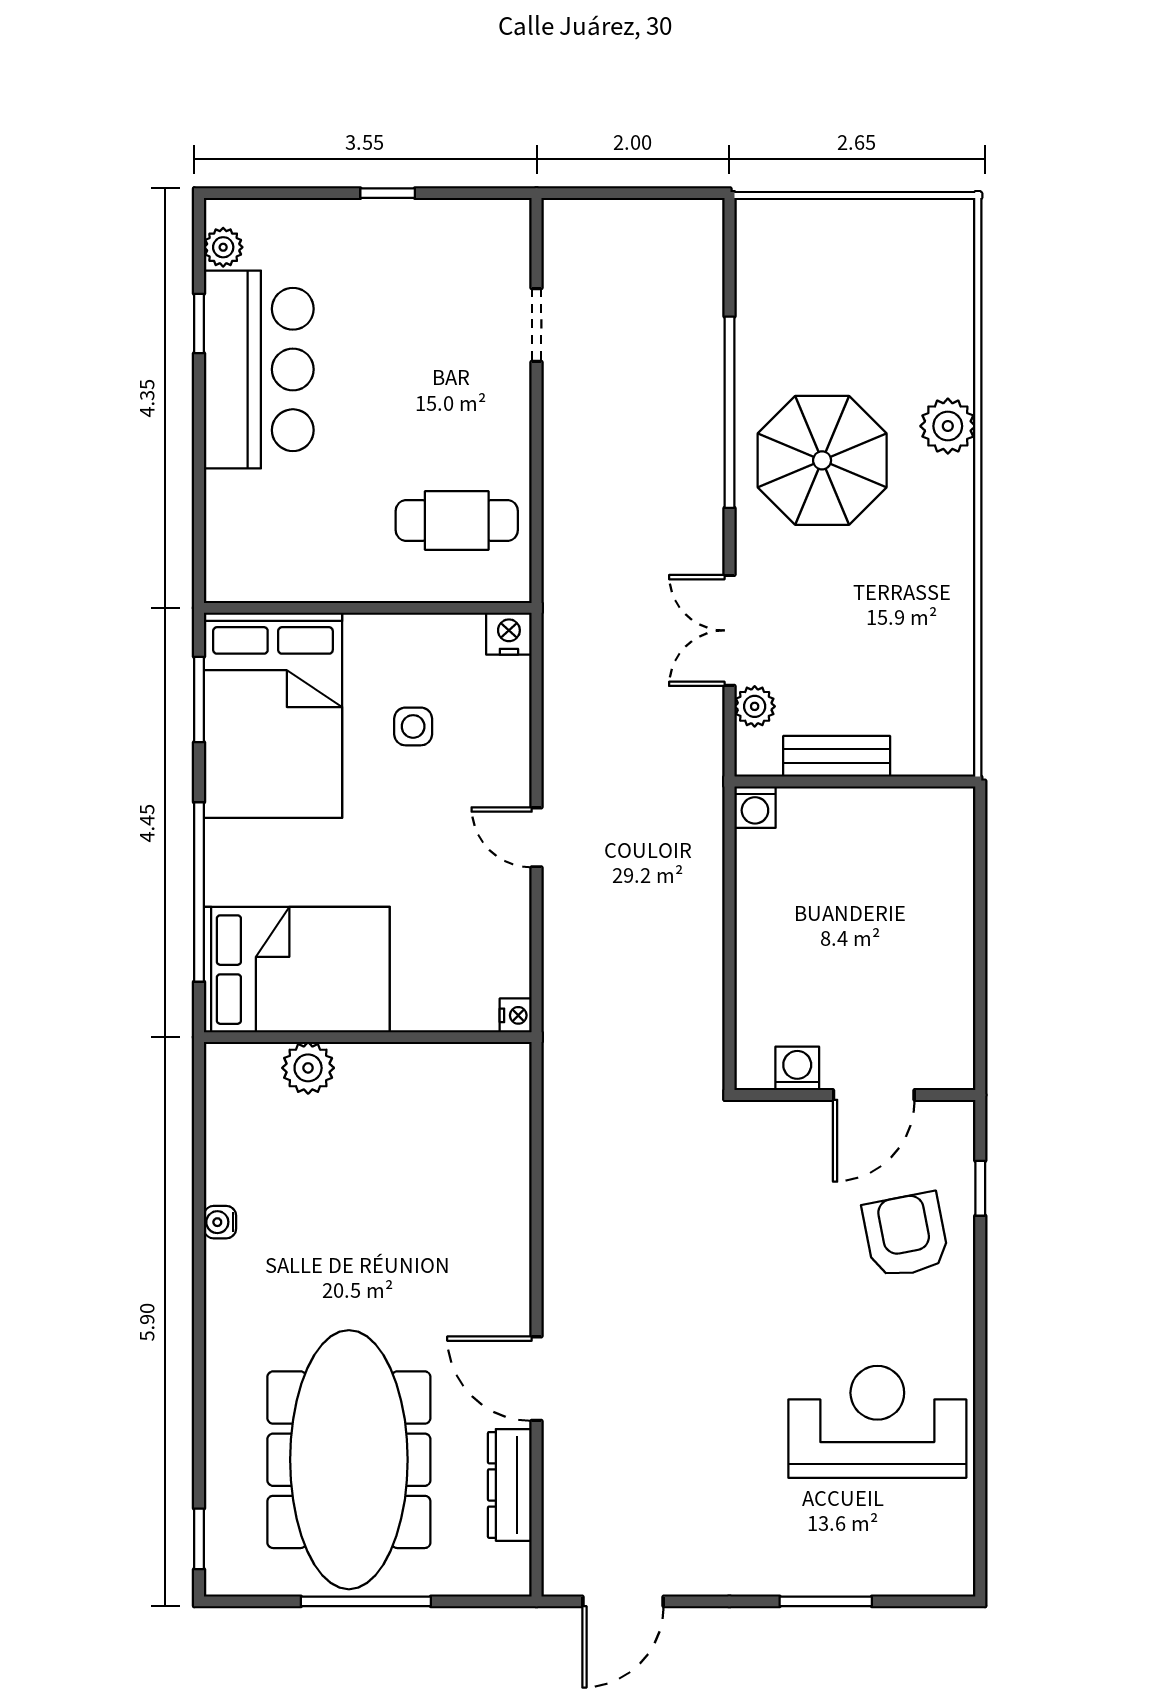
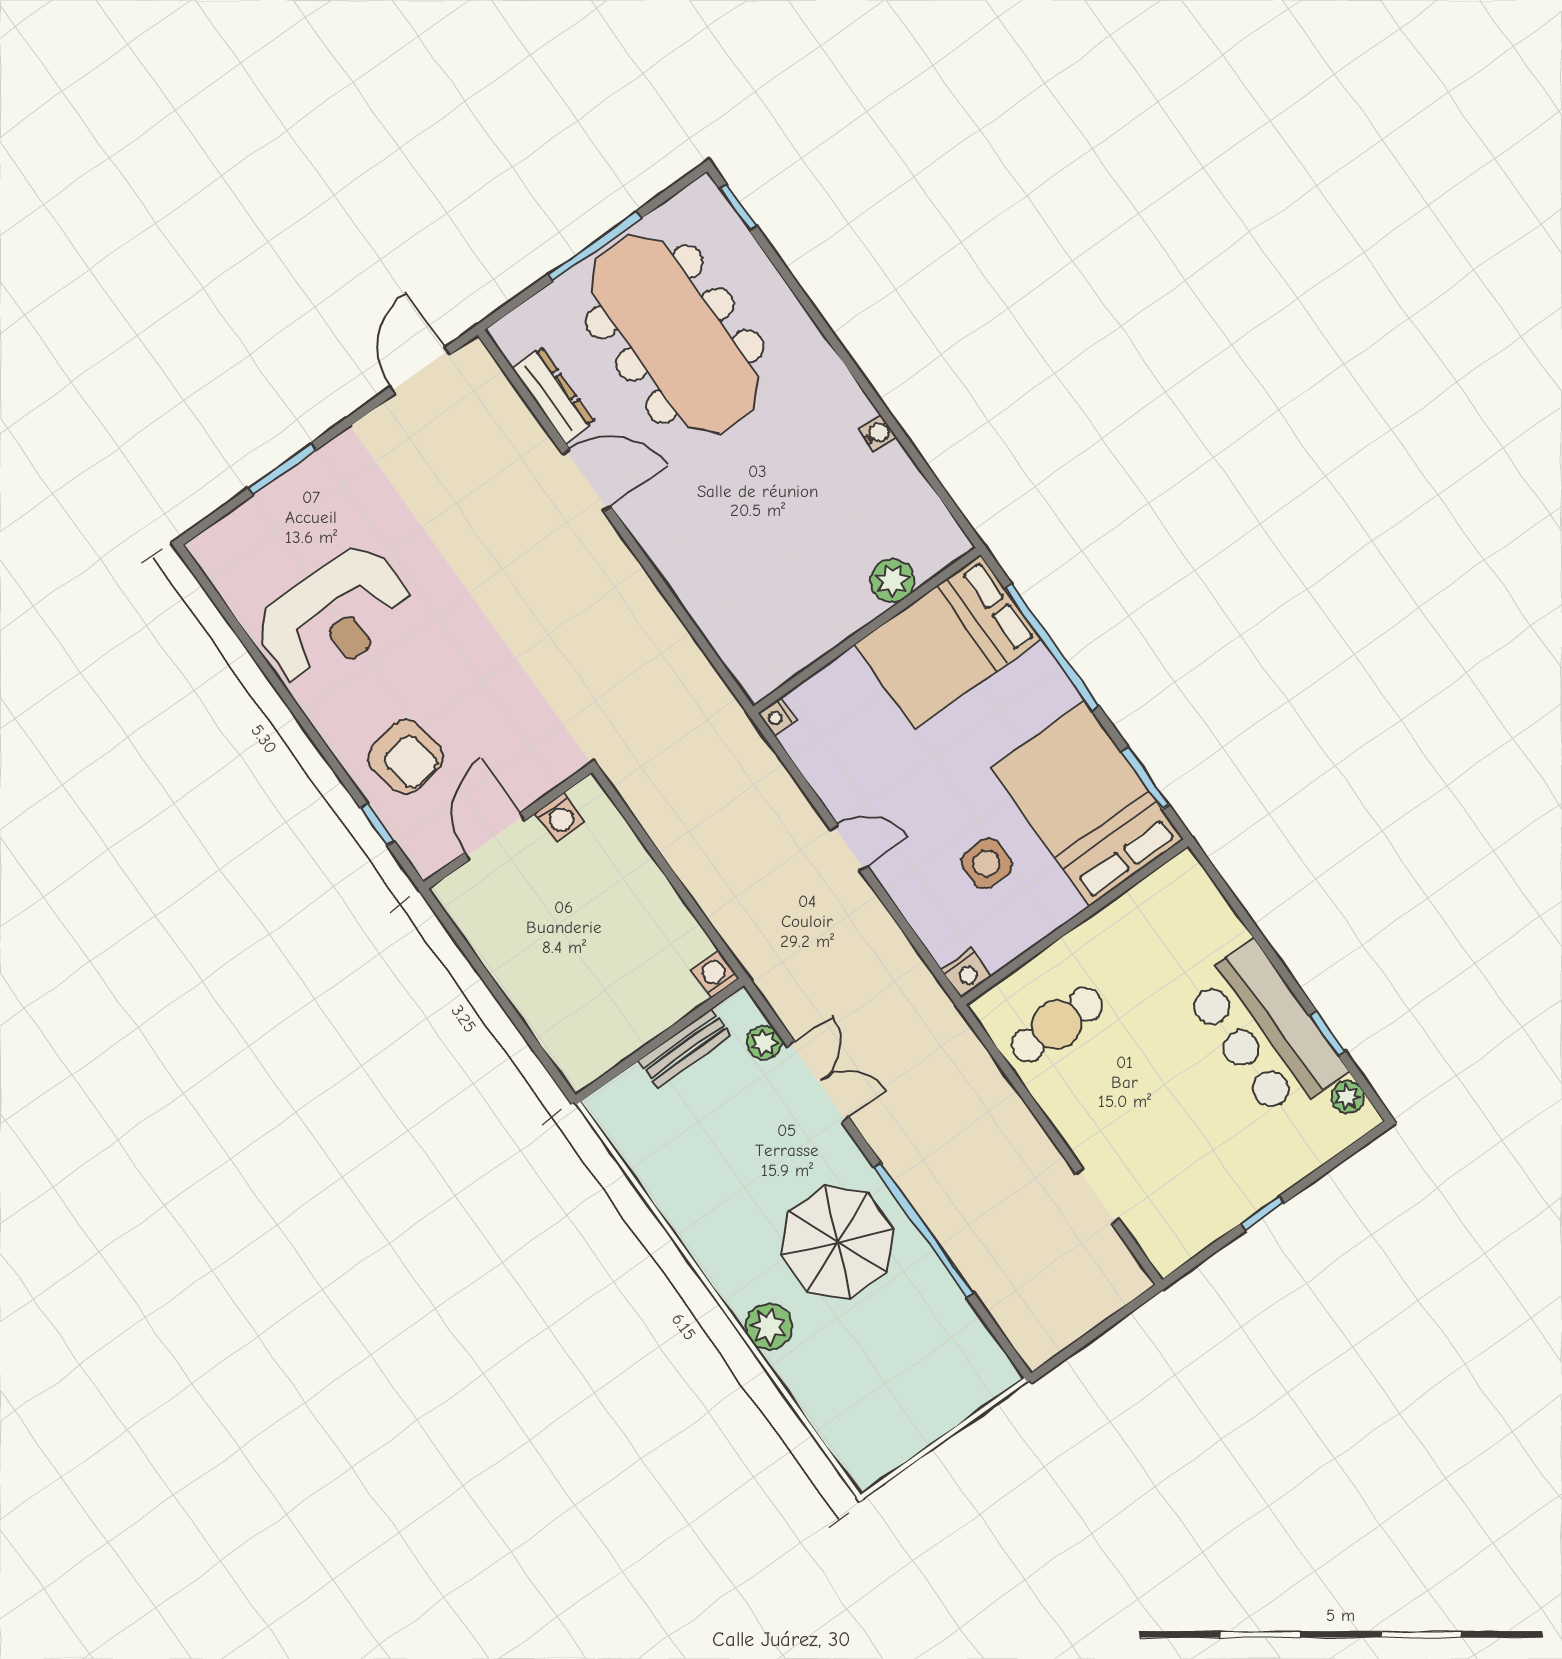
side table: (413, 726) -> (987, 863), width x1.37, depth x1.37

